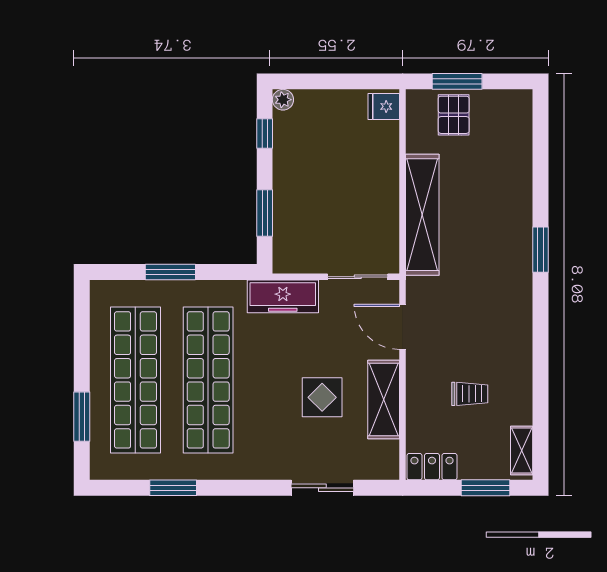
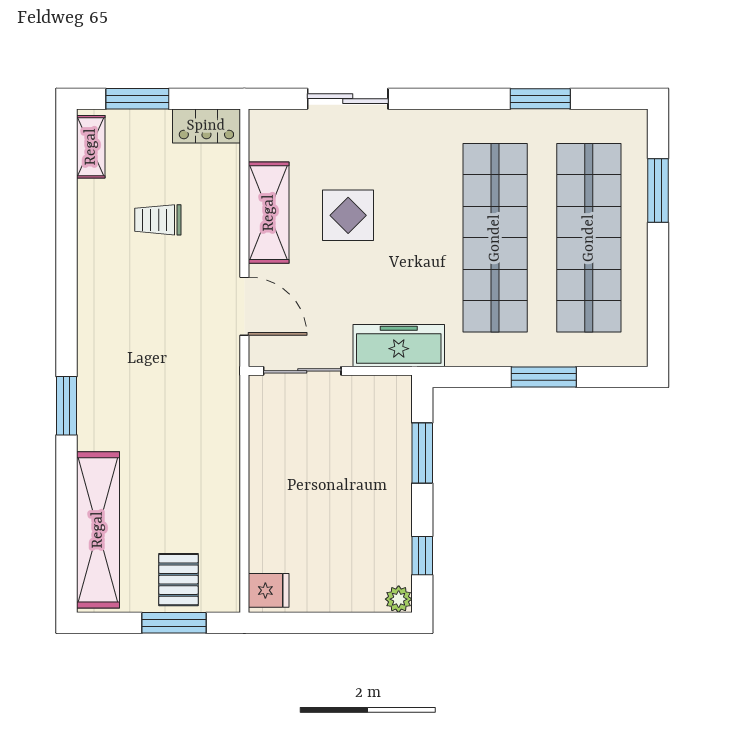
shelving: (422, 215) -> (98, 530), moved

